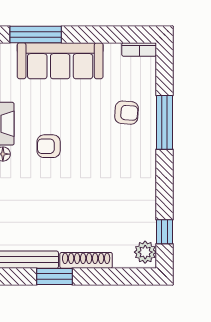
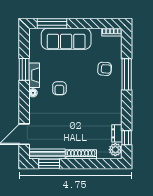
armchair: (49, 146) -> (59, 88), turned -90
dresser: (148, 224) -> (117, 133), added
window: (54, 277) -> (49, 164), moved

